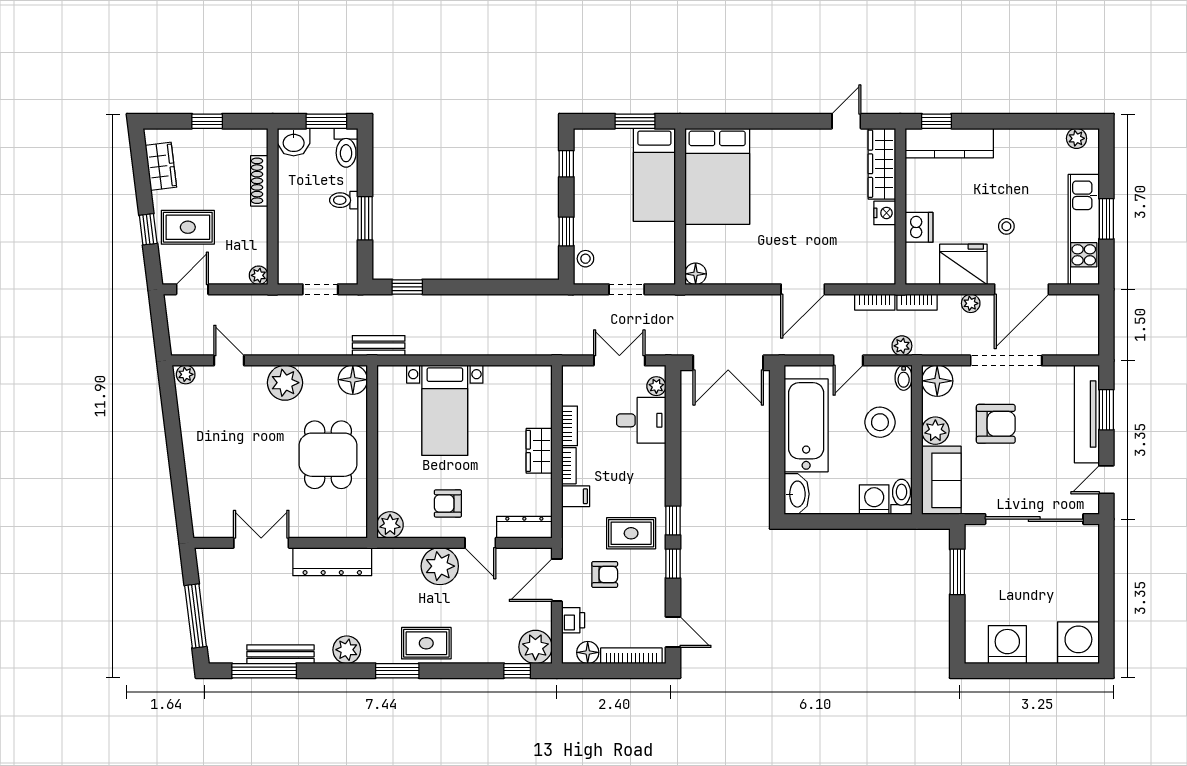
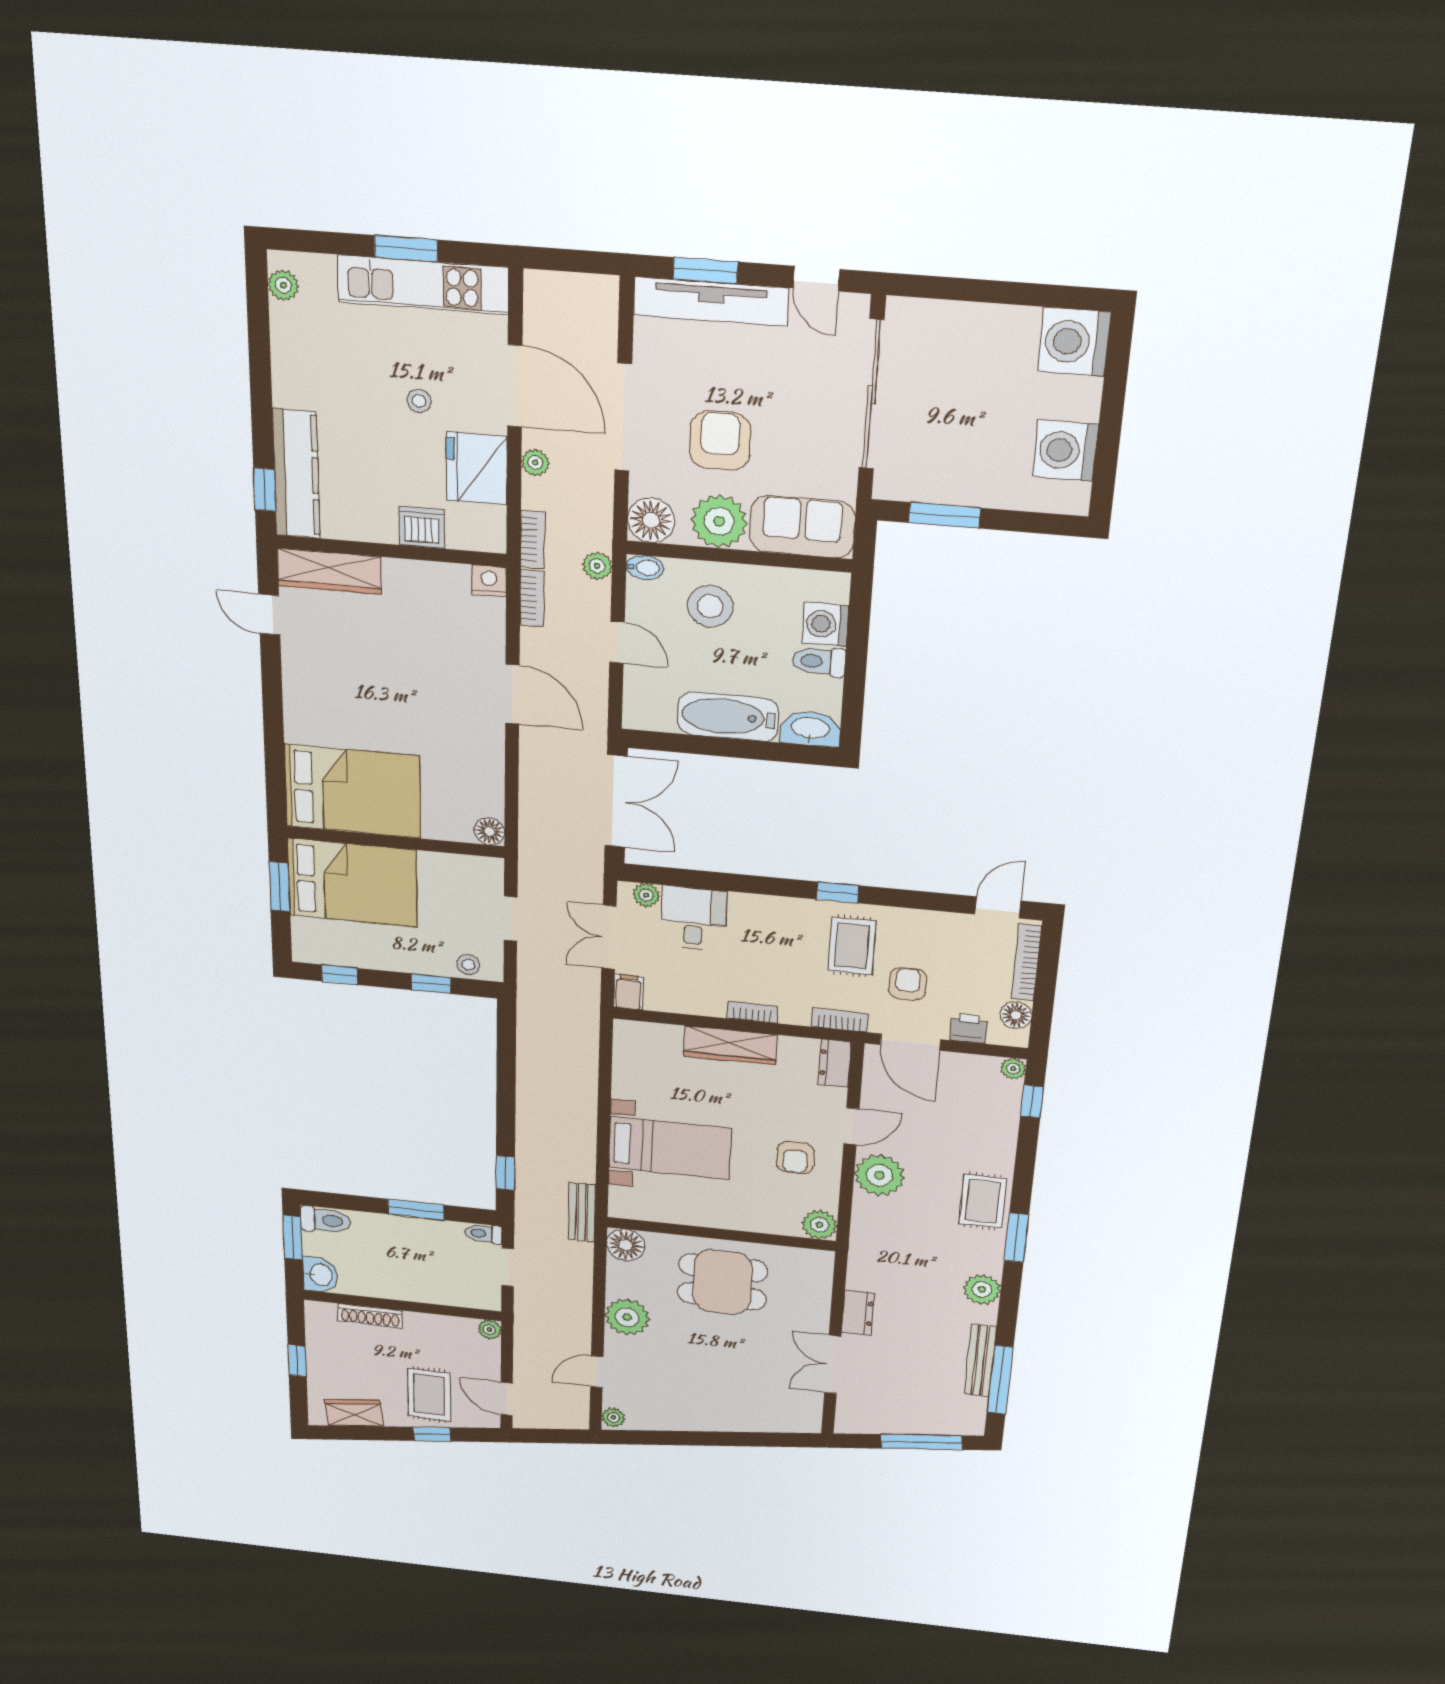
bed: (654, 175) -> (353, 883), width x1.50
toilet: (344, 200) -> (484, 1234), moved, turned 90
nightstand: (885, 213) -> (489, 581), moved
bathtub: (806, 425) -> (728, 717), width x0.73, depth x0.73
bookcase: (570, 426) -> (840, 1020), moved
plant: (935, 431) -> (719, 521), width x1.36, depth x1.36
wardrobe: (539, 451) -> (730, 1045), width x1.50
filing cabinet: (576, 496) -> (628, 992), moved
toilet: (901, 497) -> (819, 661), moved
dresser: (524, 527) -> (835, 1063), width x0.70
dresser: (332, 562) -> (858, 1313), width x0.51, depth x0.80
window: (673, 564) -> (899, 898), removed
plant: (535, 647) -> (1013, 1069), width x0.53, depth x0.53

